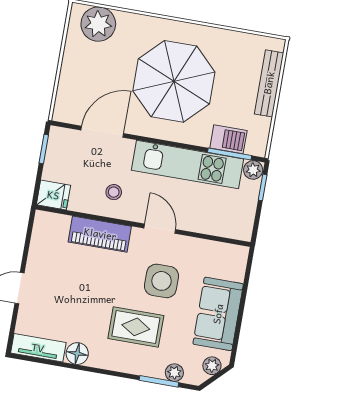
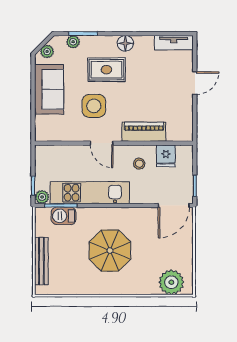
parasol: (174, 81) -> (110, 251), width x0.73, depth x0.73
door: (102, 132) -> (174, 205), moved
fridge: (53, 195) -> (166, 156), moved, turned -90
floor lamp: (77, 354) -> (125, 43), moved

